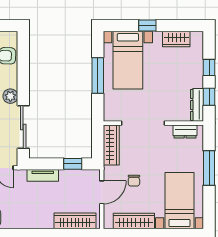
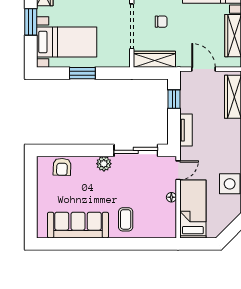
window: (147, 26) -> (31, 22), width x1.50
window: (98, 75) -> (82, 73), width x0.69
chair: (134, 181) -> (161, 22), moved

